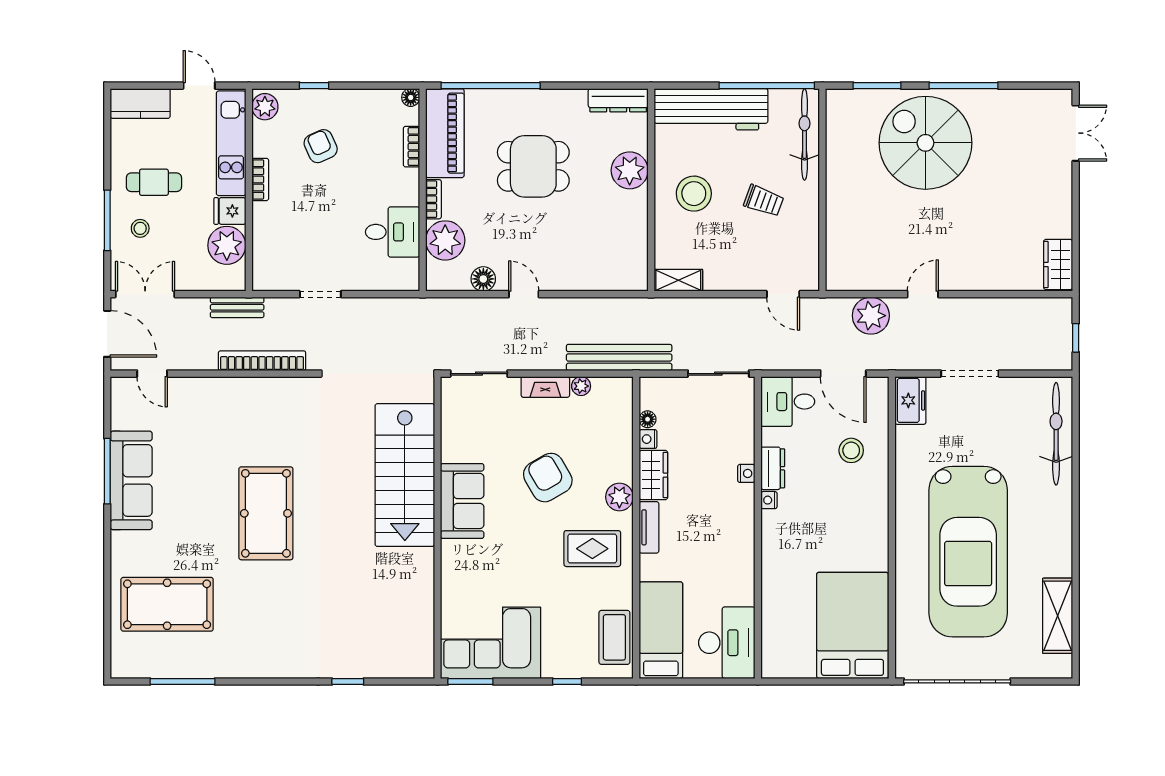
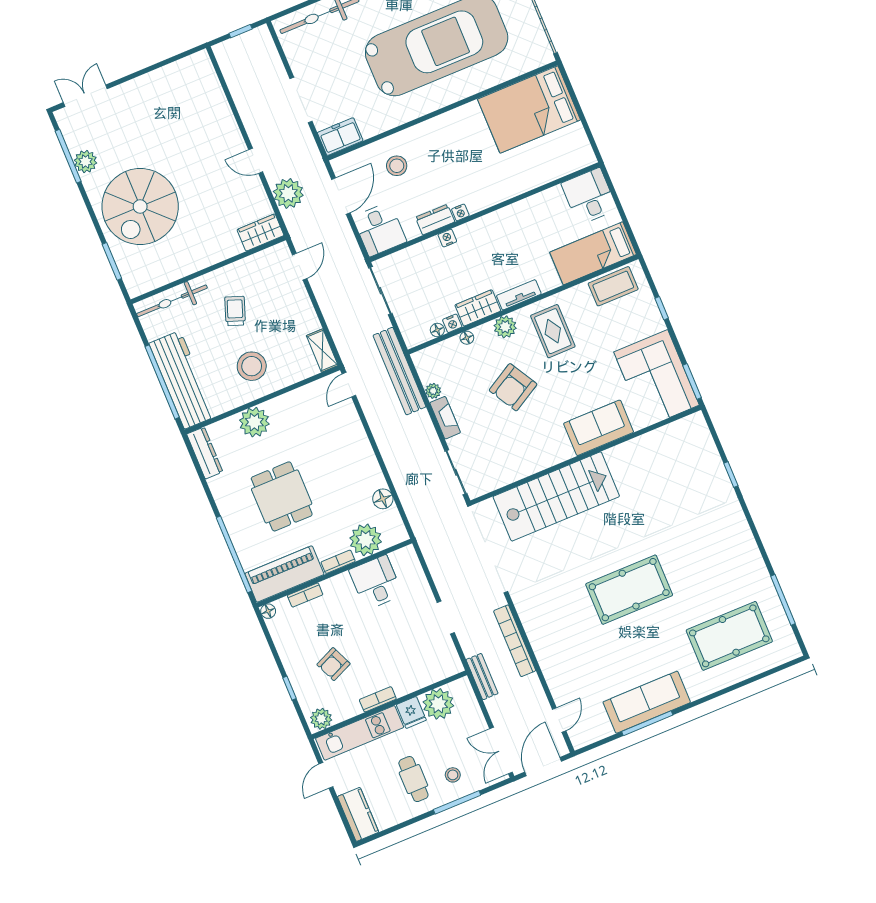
window: (767, 86) -> (162, 382), moved
window: (964, 86) -> (68, 156), moved
plant: (1002, 103) -> (86, 162), added
wardrobe: (1058, 265) -> (260, 232), moved, turned 180
door: (524, 294) -> (349, 385), moved
floor lamp: (625, 449) -> (467, 338), added
sofa: (462, 501) -> (599, 428), moved
pool table: (167, 604) -> (729, 636), turned 90
desk: (727, 643) -> (589, 196), width x0.73

